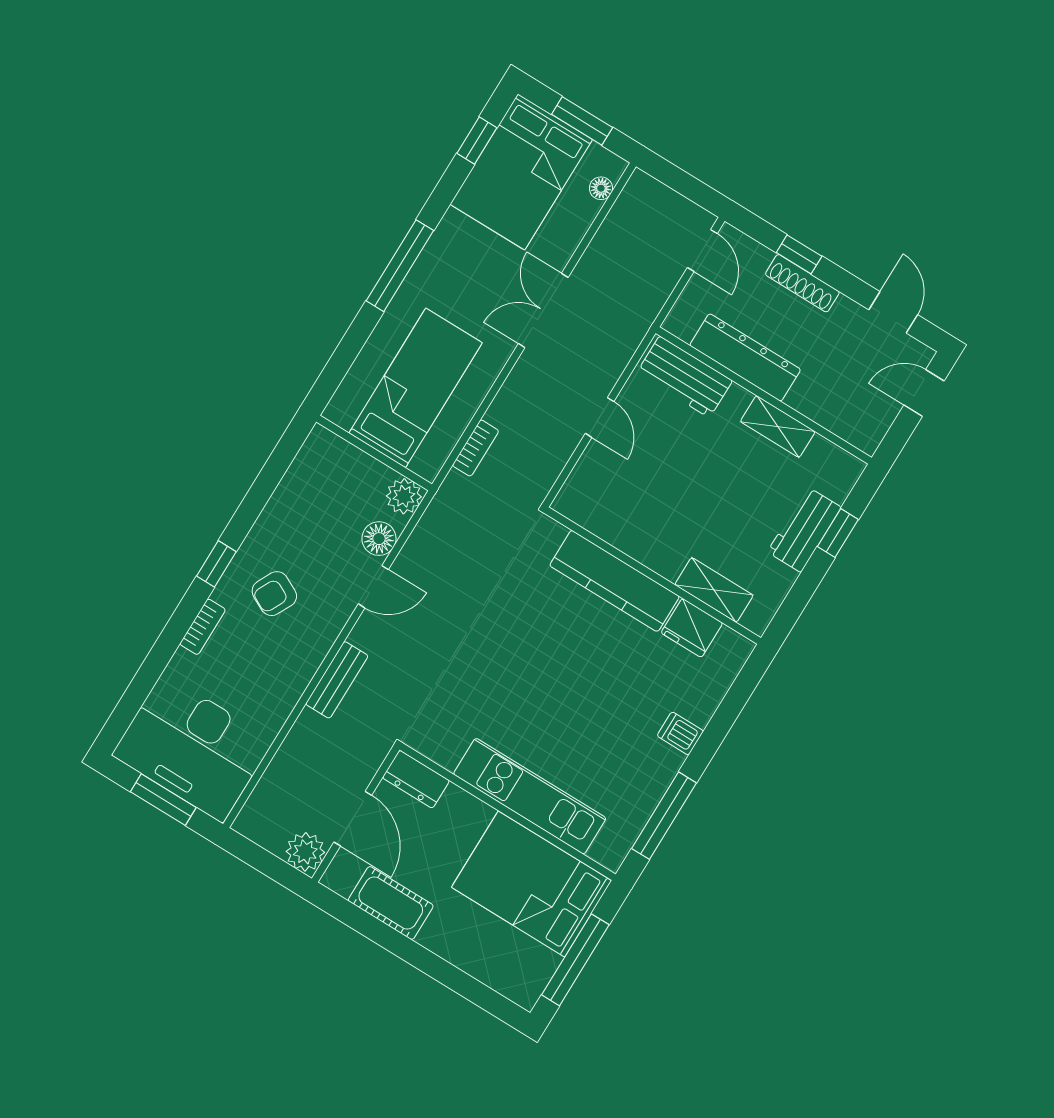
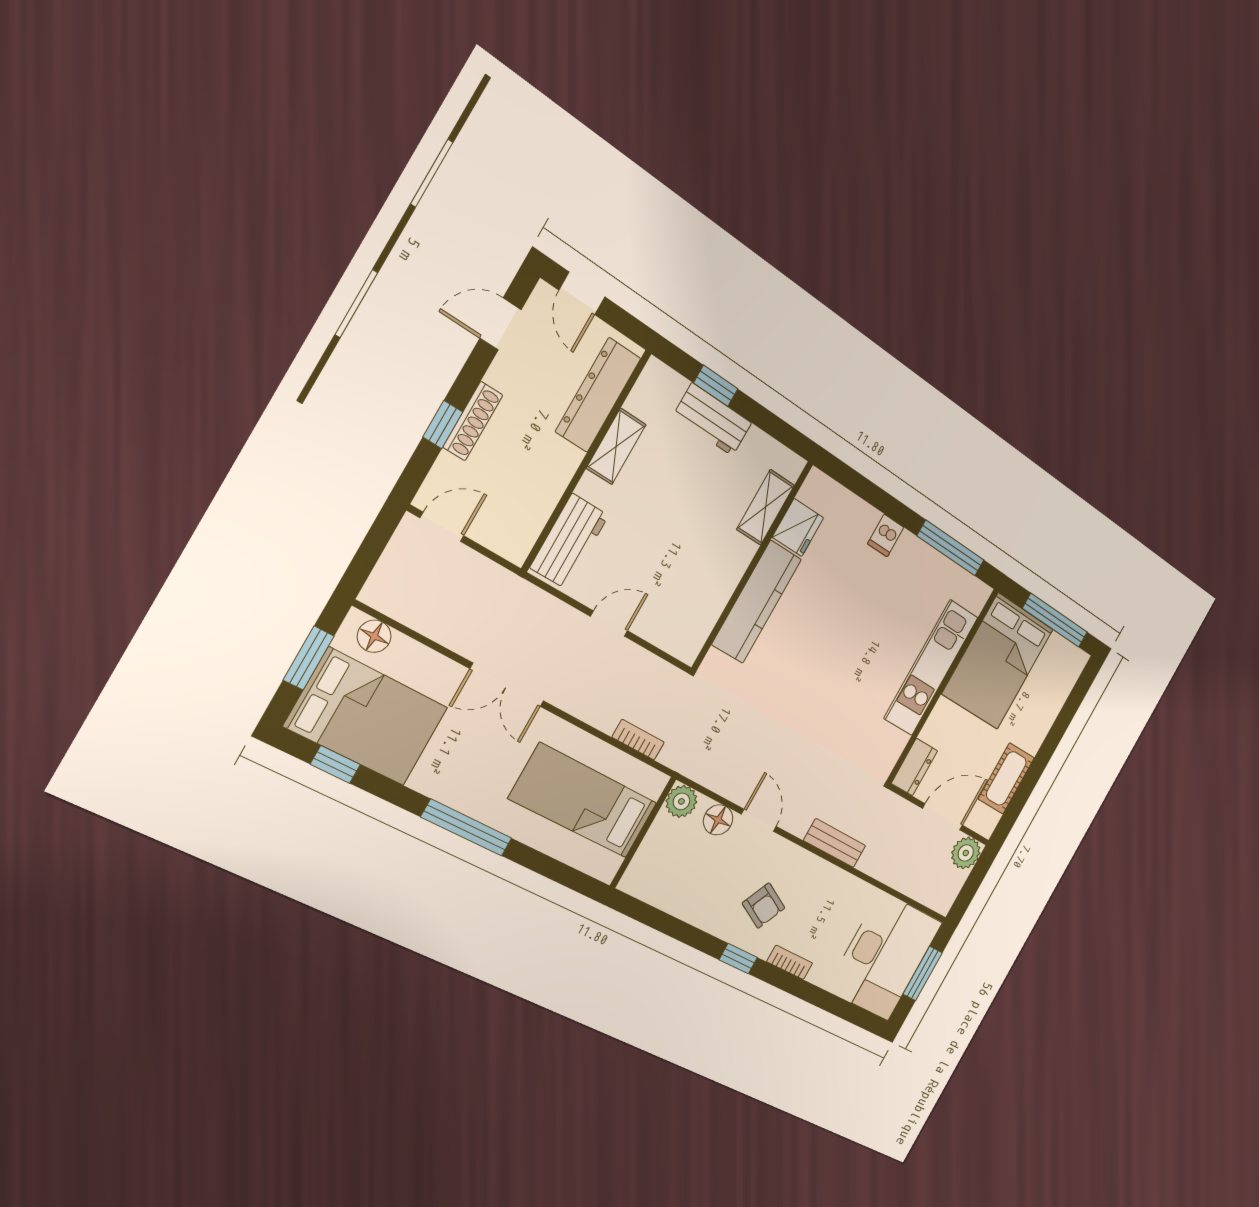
floor lamp: (601, 188) -> (374, 636), width x1.37, depth x1.37
dresser: (745, 357) -> (598, 395), moved

